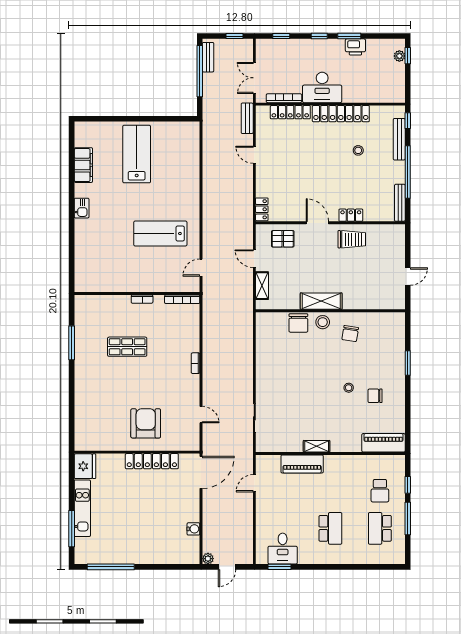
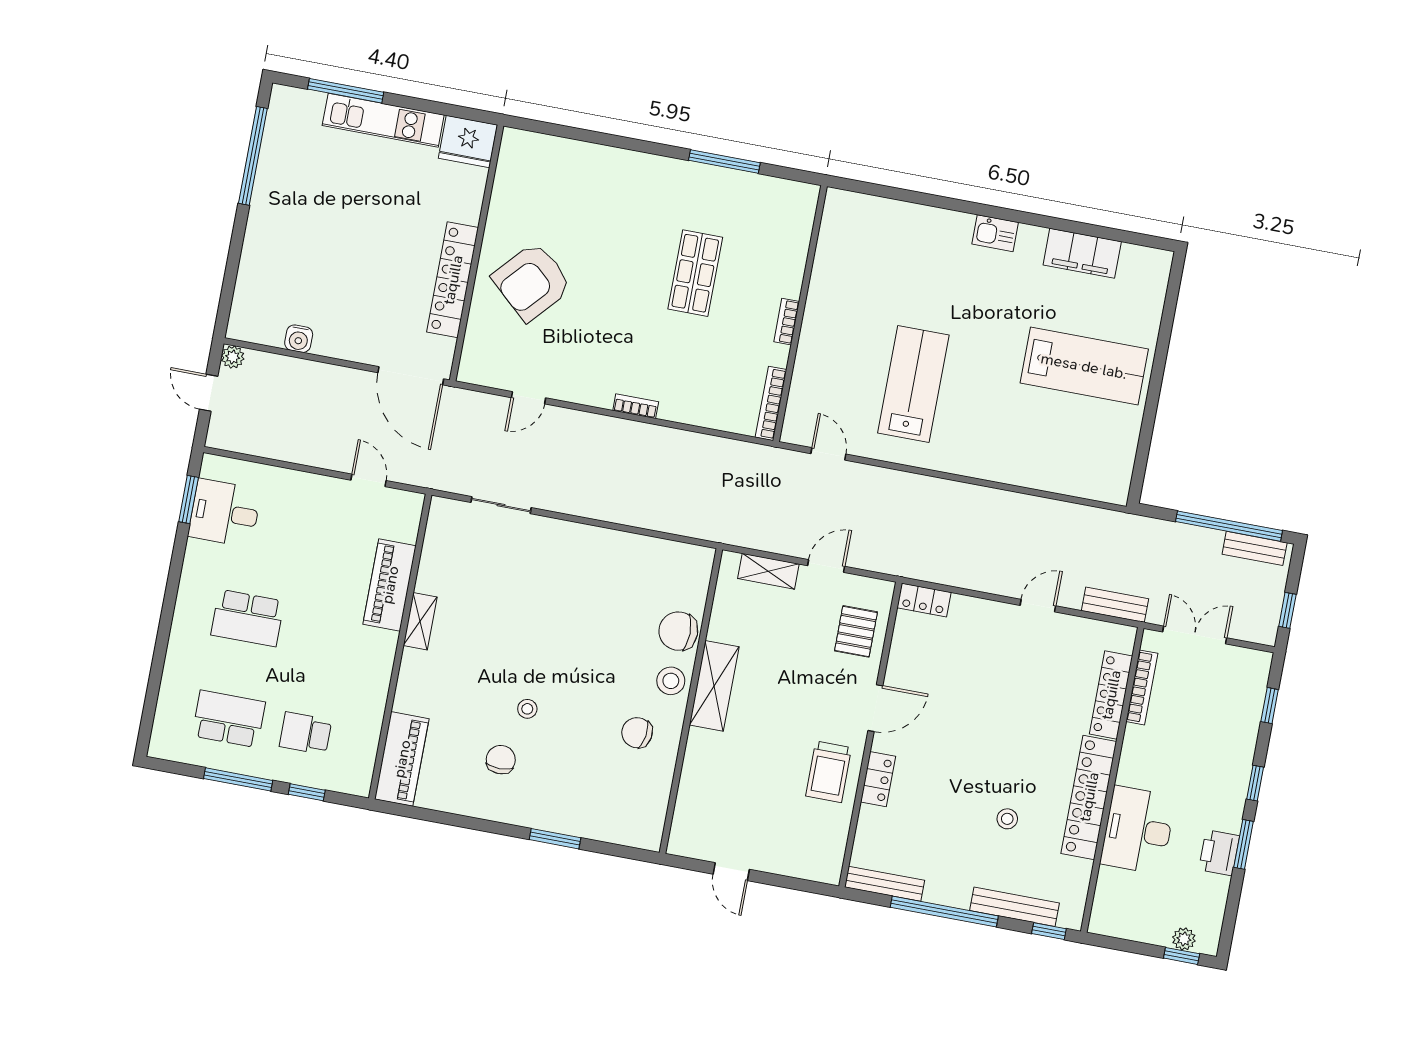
desk: (322, 87) -> (1138, 830), moved
armchair: (146, 423) -> (532, 282), turned 132

